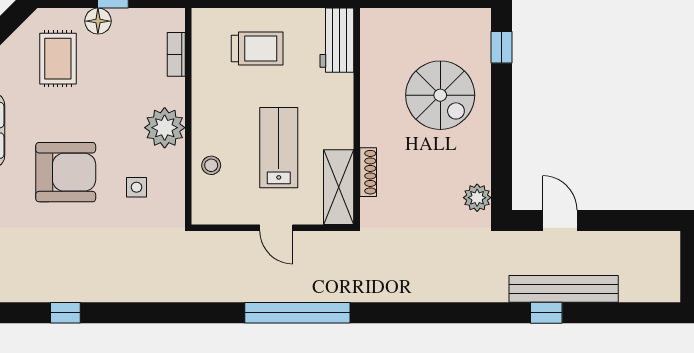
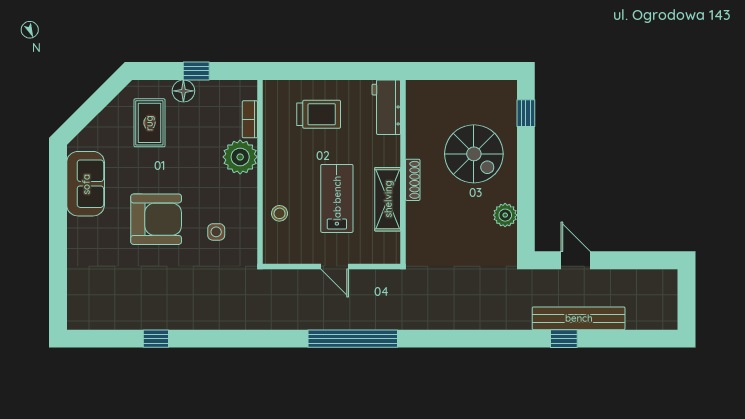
plant: (165, 128) -> (240, 157), moved
shoe rack: (368, 172) -> (413, 180), moved
shelving: (339, 187) -> (388, 199), moved
plant: (477, 198) -> (505, 215), moved

